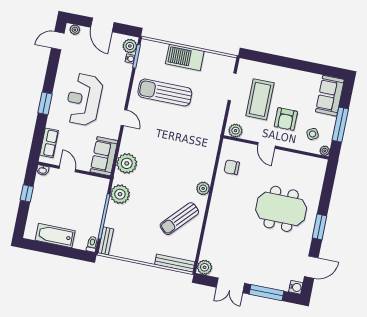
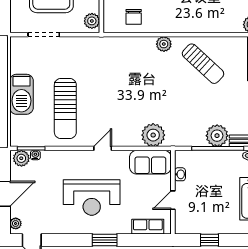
washbasin: (43, 170) -> (180, 174), moved
plant: (120, 194) -> (217, 136), moved

